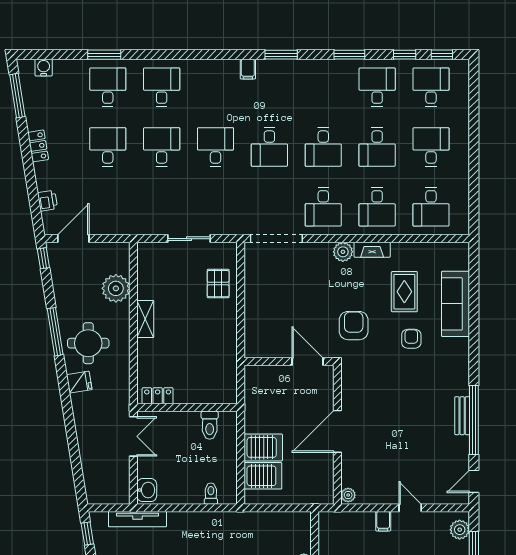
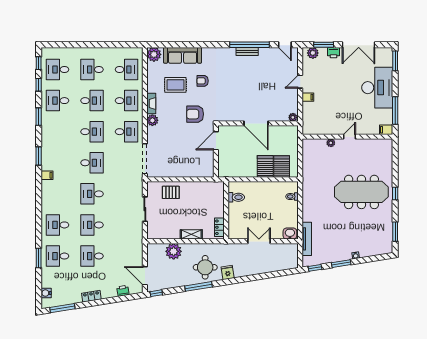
plant: (457, 254) -> (154, 54), added
locker: (158, 396) -> (219, 227), moved
wall: (187, 407) -> (226, 210), moved
toilet: (210, 425) -> (236, 197), moved

